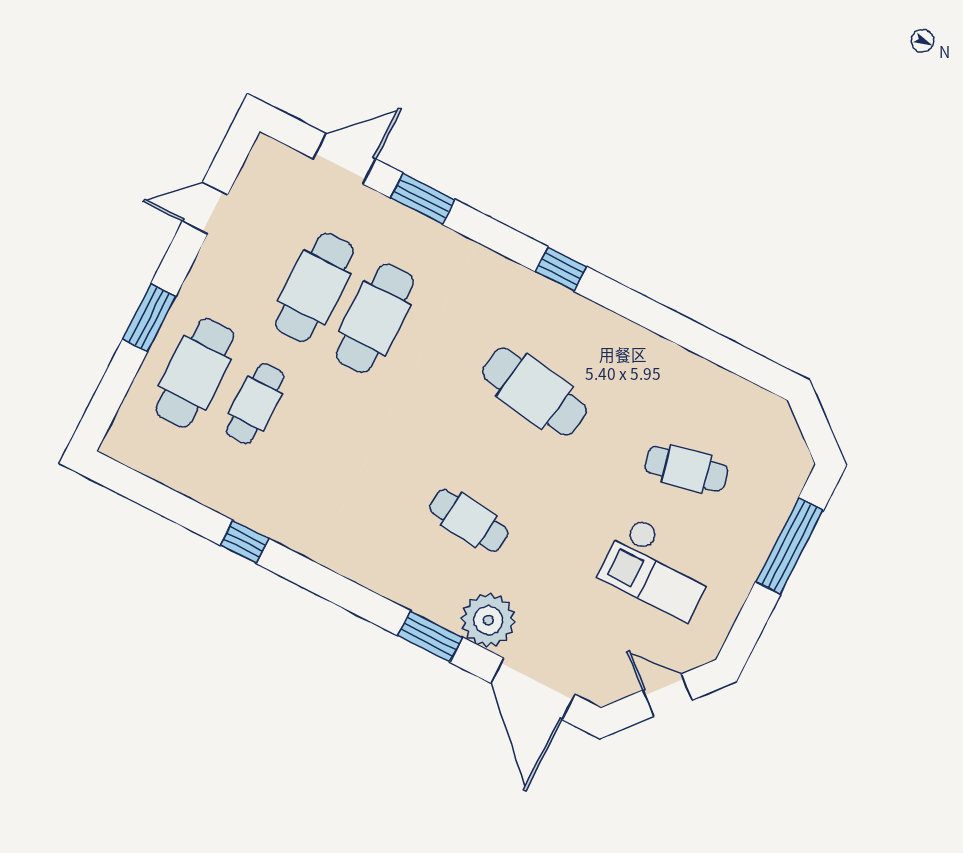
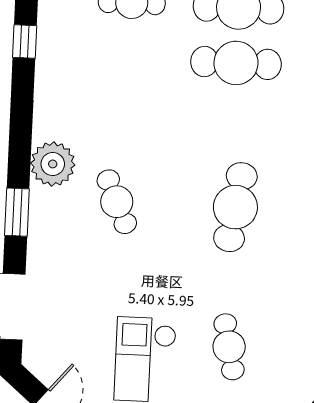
cafe table: (469, 520) -> (117, 202), turned -30
plant: (488, 620) -> (53, 164), moved

